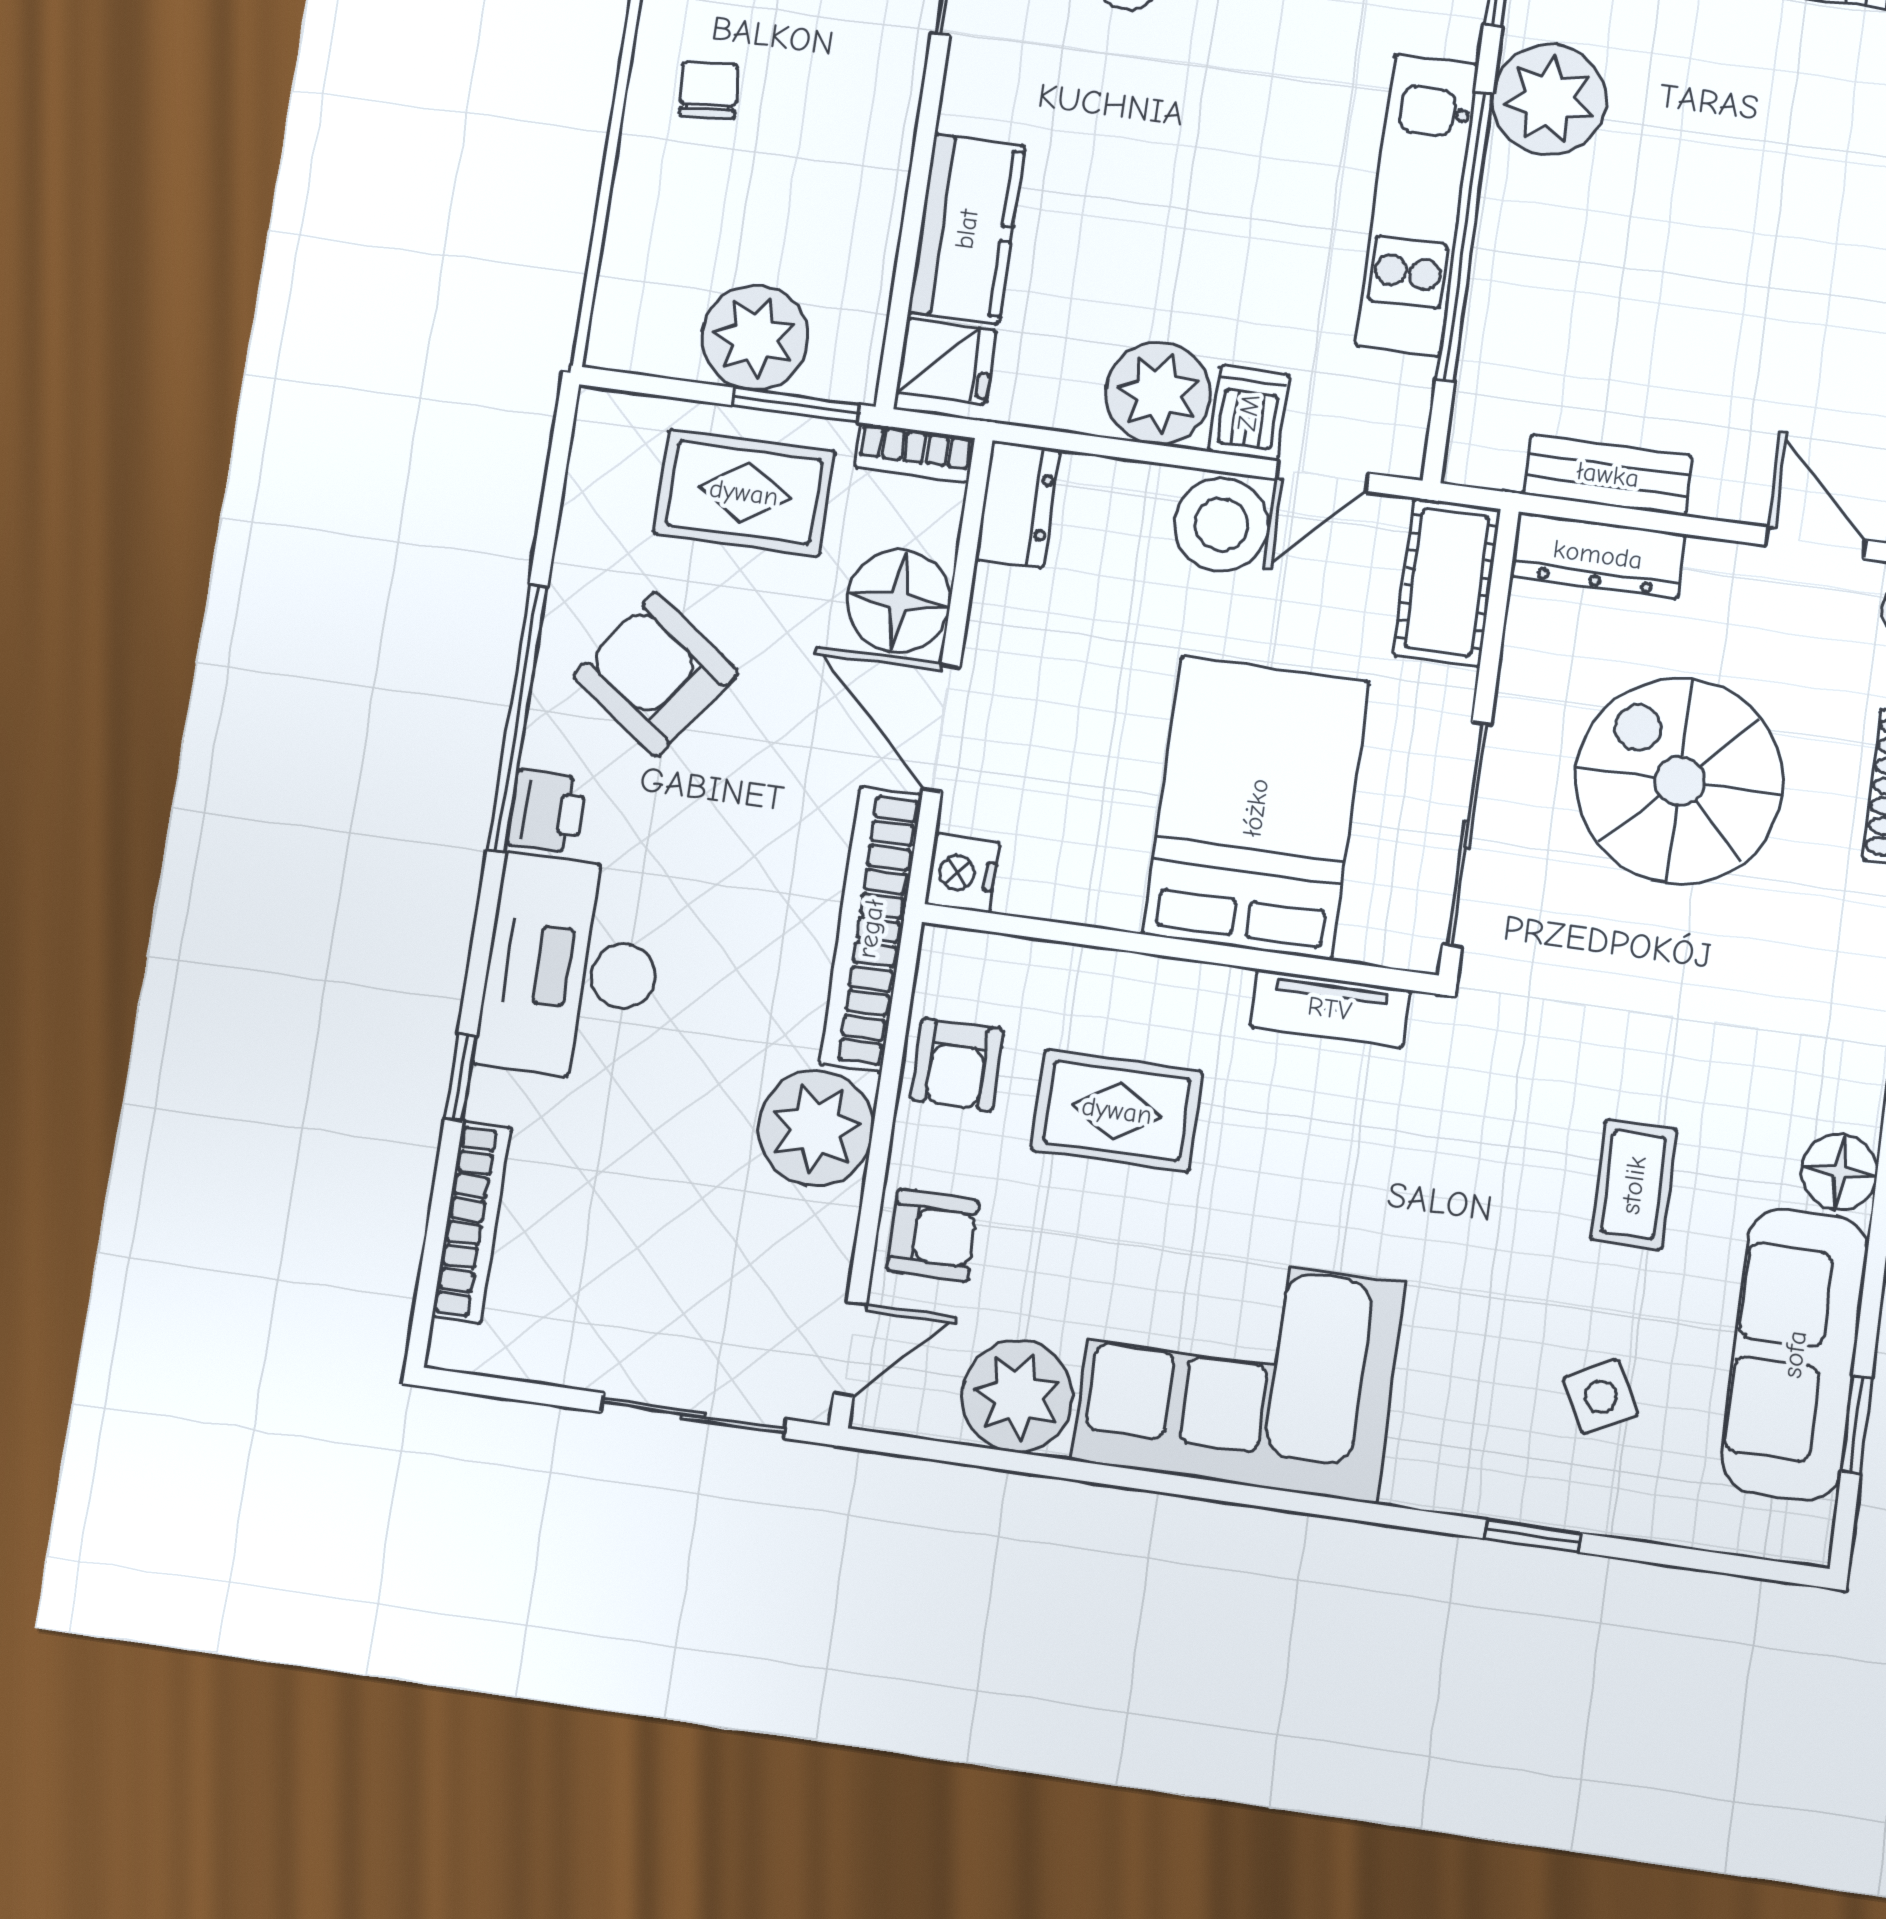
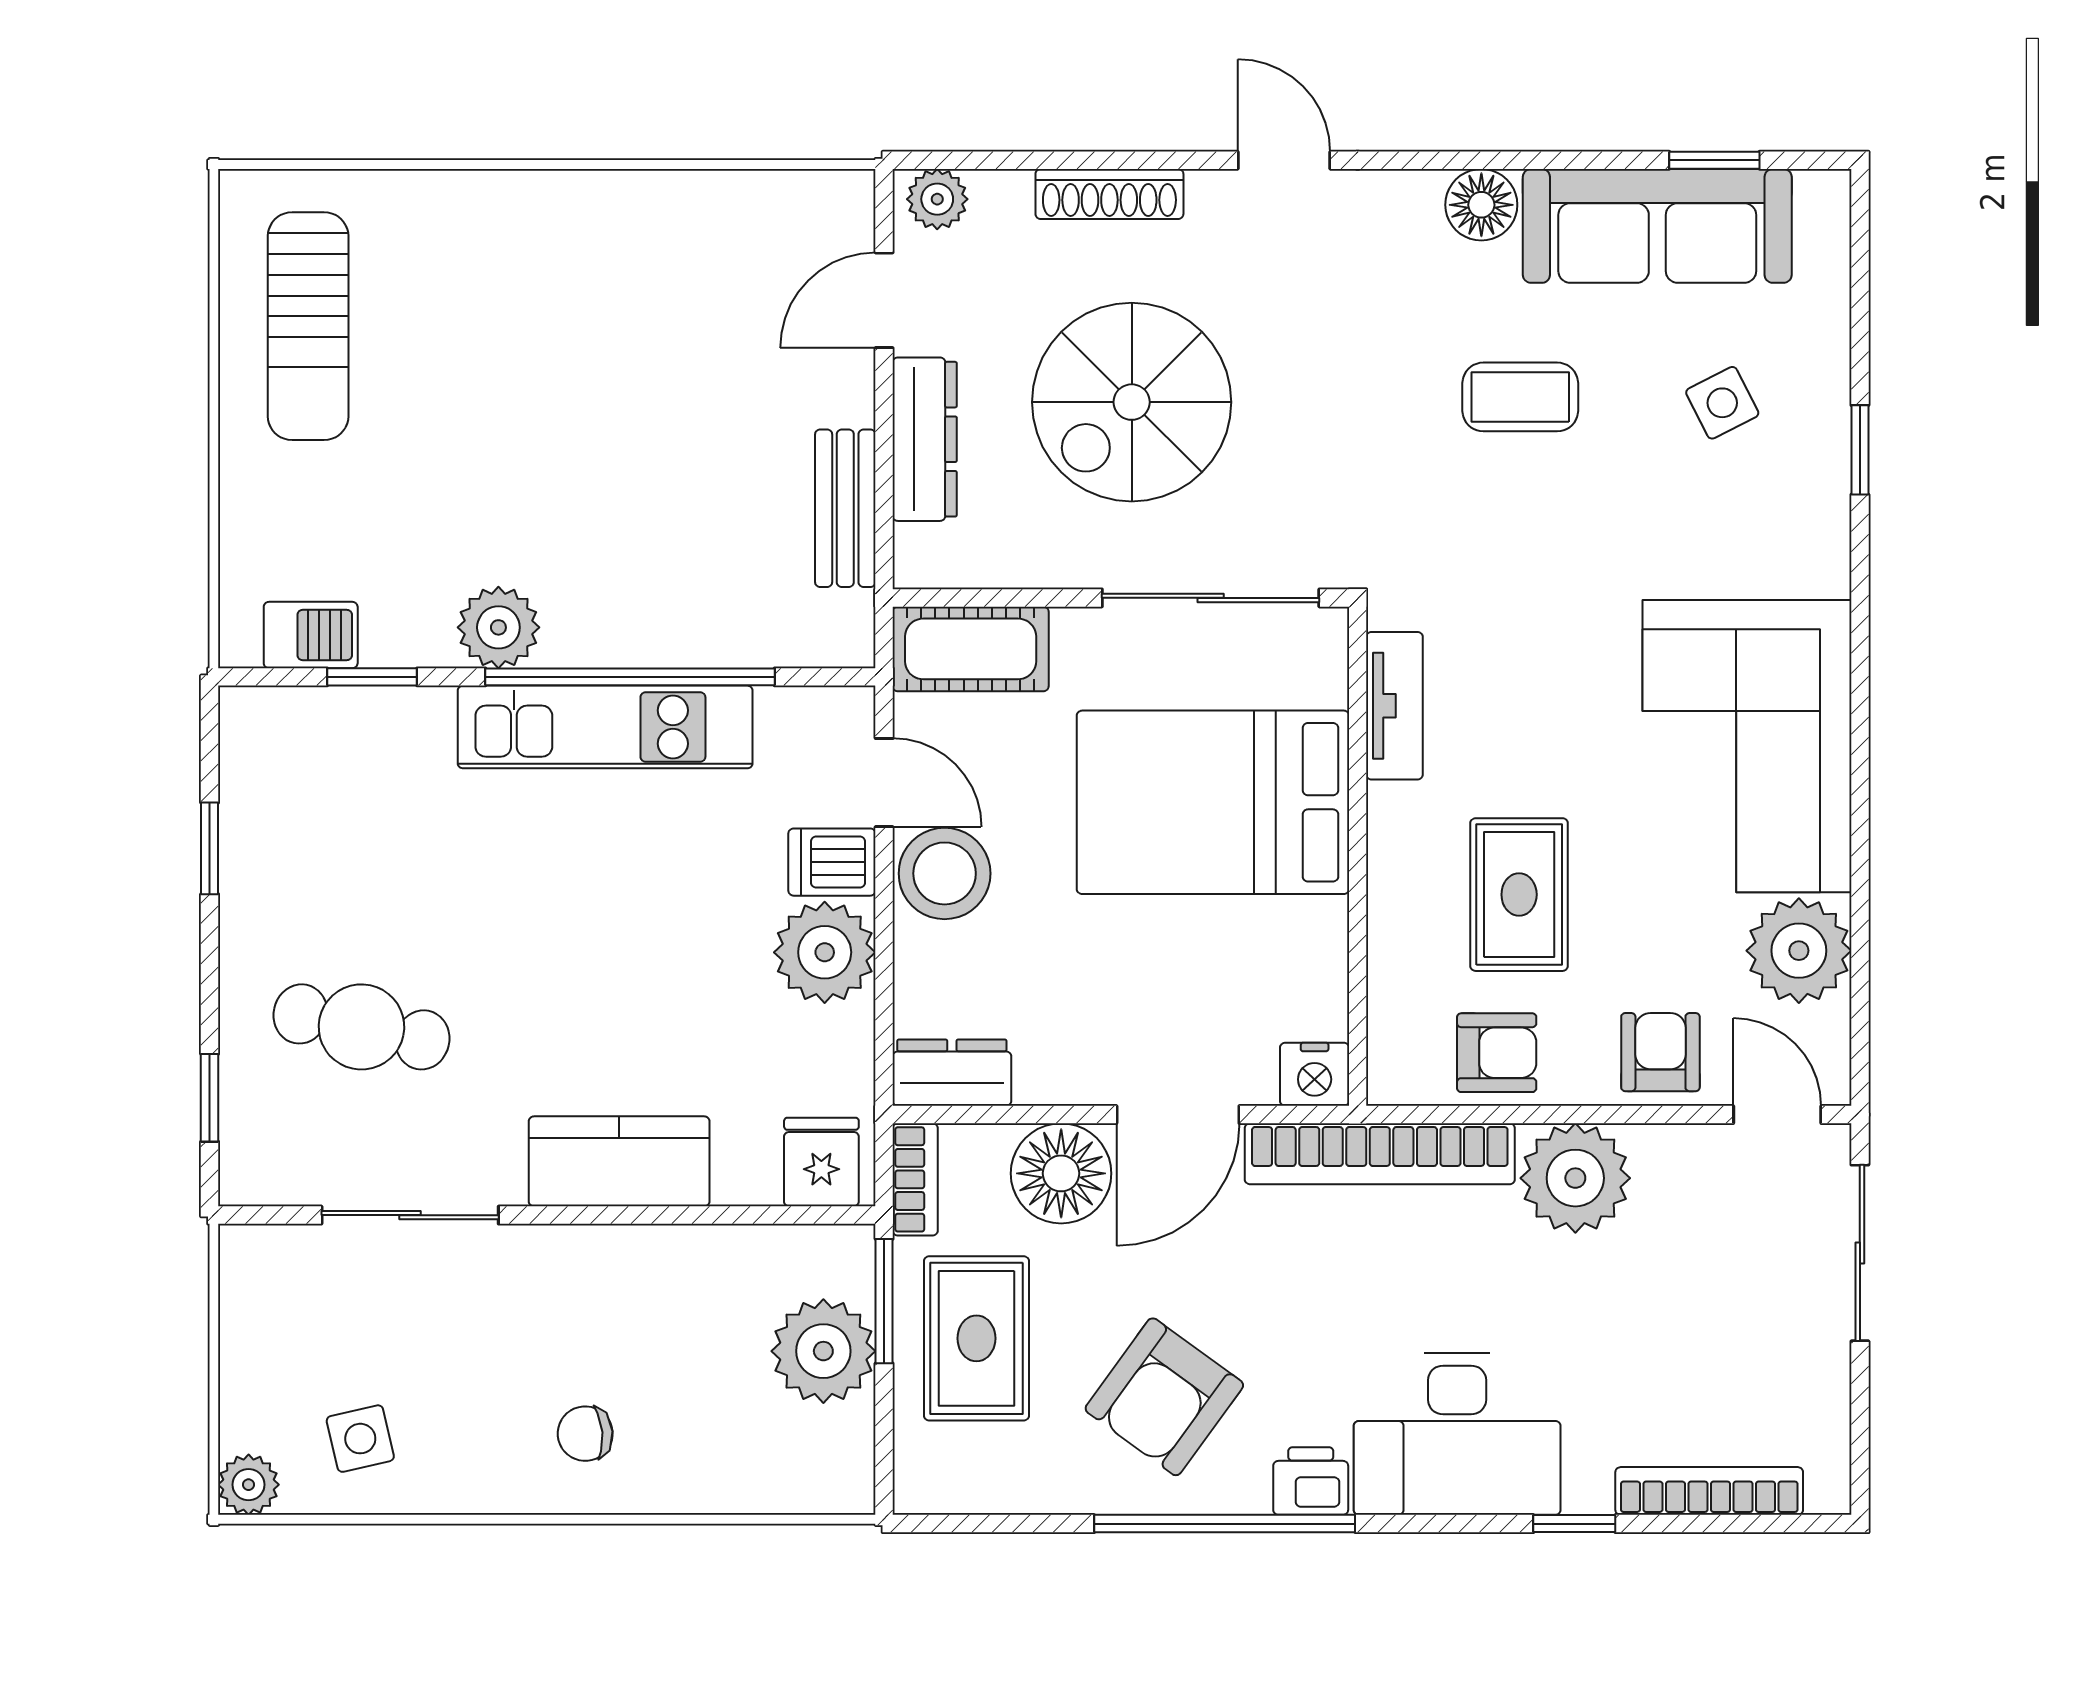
plant: (1549, 100) -> (498, 627), width x0.73, depth x0.73
kitchen counter: (967, 229) -> (619, 1161), moved
dresser: (1598, 555) -> (925, 439), moved

